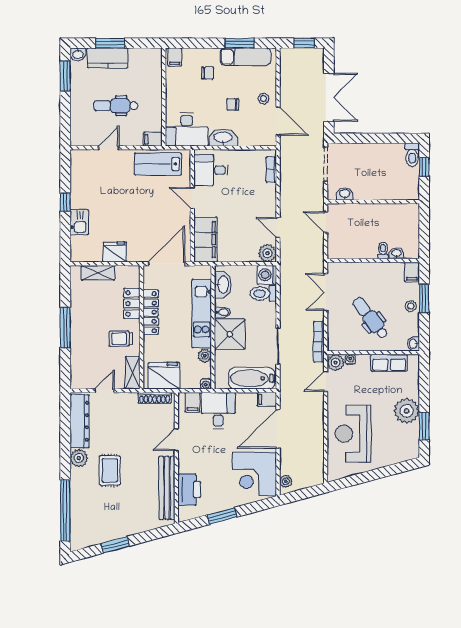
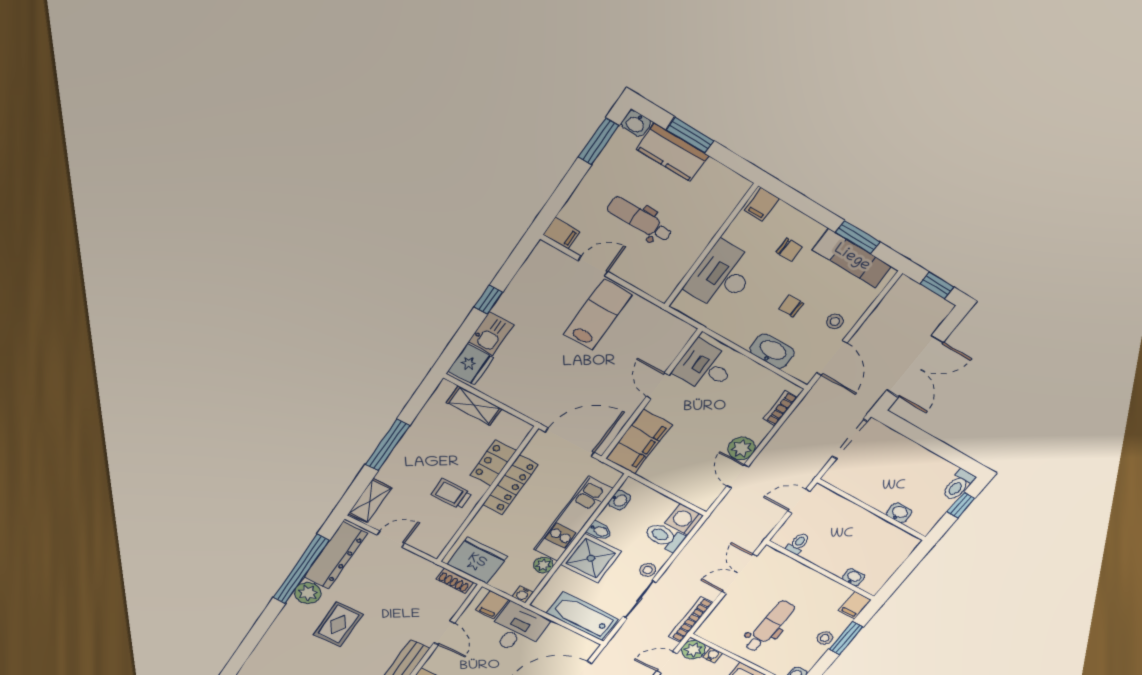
desk: (187, 129) -> (722, 276), moved, turned 90
washbasin: (223, 138) -> (772, 351), moved
filing cabinet: (153, 139) -> (561, 233), moved, turned 180
lab bench: (158, 164) -> (598, 314), moved, turned 90
washbasin: (345, 194) -> (899, 513), moved
door: (326, 222) -> (799, 501), hinge flipped
toilet: (383, 251) -> (798, 544), moved
fridge: (115, 252) -> (471, 364), moved, turned 90
plant: (267, 253) -> (741, 449), moved
washbasin: (223, 285) -> (620, 500), width x0.52, depth x0.69
dental chair: (370, 318) -> (769, 626), turned 38
stool: (269, 322) -> (648, 570), added
shelving: (133, 373) -> (370, 501), moved
shoe rack: (155, 398) -> (455, 581), width x0.70
filing cabinet: (267, 399) -> (584, 646), removed
door: (176, 440) -> (444, 633), swing flipped
window: (65, 511) -> (301, 569), moved

